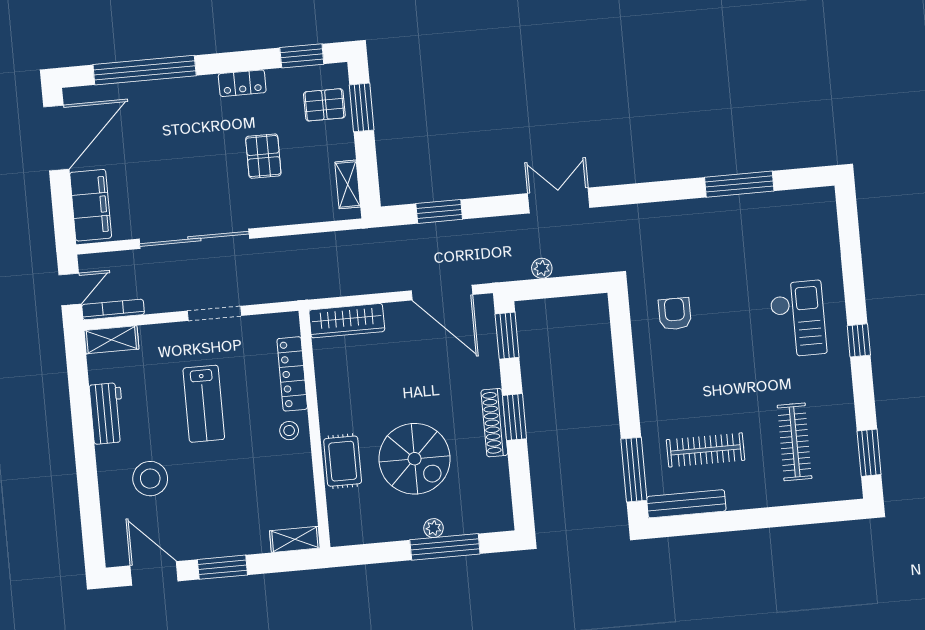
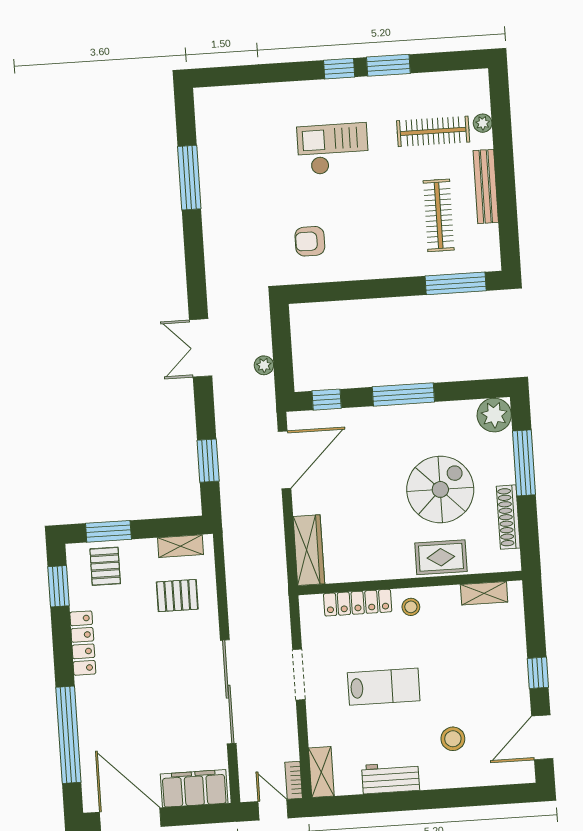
locker: (242, 83) -> (83, 643), width x1.53
pallet: (263, 156) -> (177, 596), moved
bookcase: (113, 310) -> (294, 780), width x0.64
checkout: (798, 319) -> (333, 149), moved
window: (507, 336) -> (327, 400), width x0.67
window: (514, 417) -> (403, 394), width x1.44
shoe rack: (494, 423) -> (508, 517), moved, turned 90
window: (869, 453) -> (388, 65), moved
stool: (150, 479) -> (453, 739), width x0.73, depth x0.73
plant: (805, 494) -> (483, 123), added
bench: (686, 504) -> (486, 186), moved
plant: (434, 528) -> (494, 415), moved, width x1.88, depth x1.88
shelving: (295, 539) -> (484, 593), moved, turned 90
window: (222, 567) -> (538, 673), width x0.67

